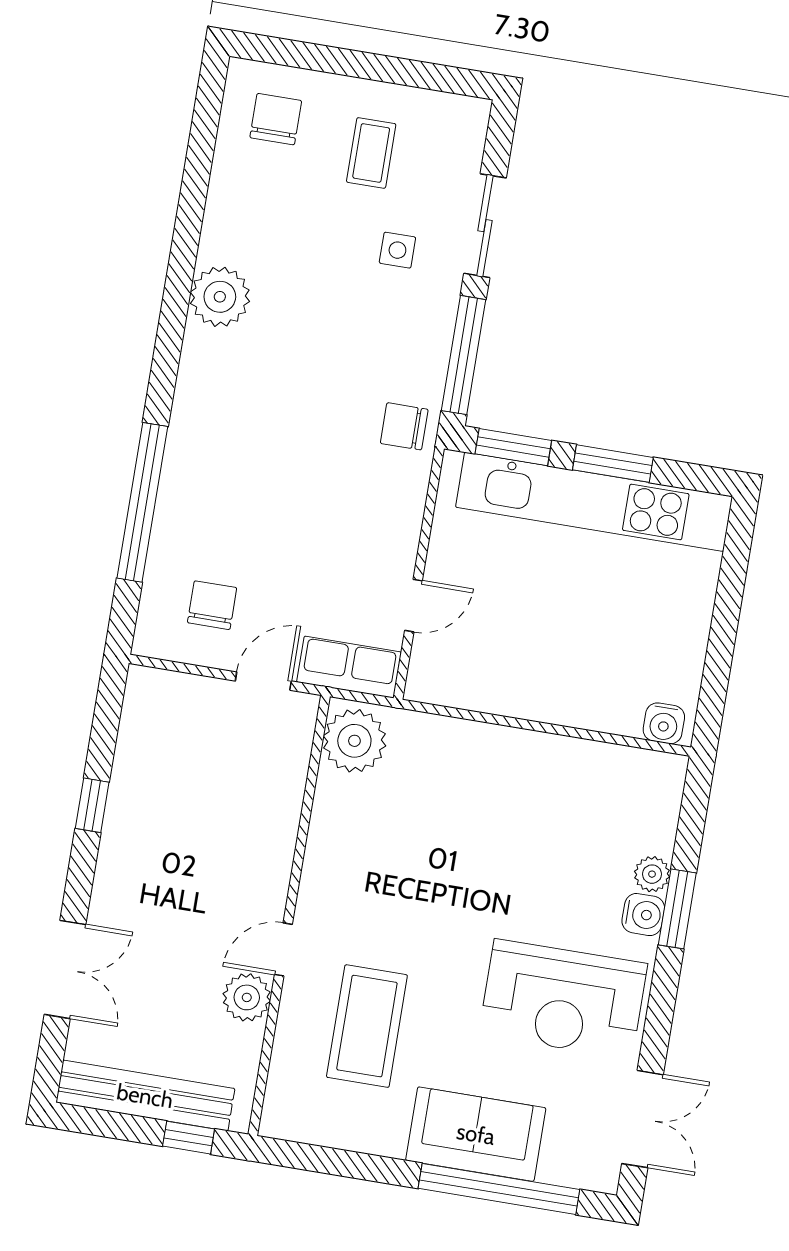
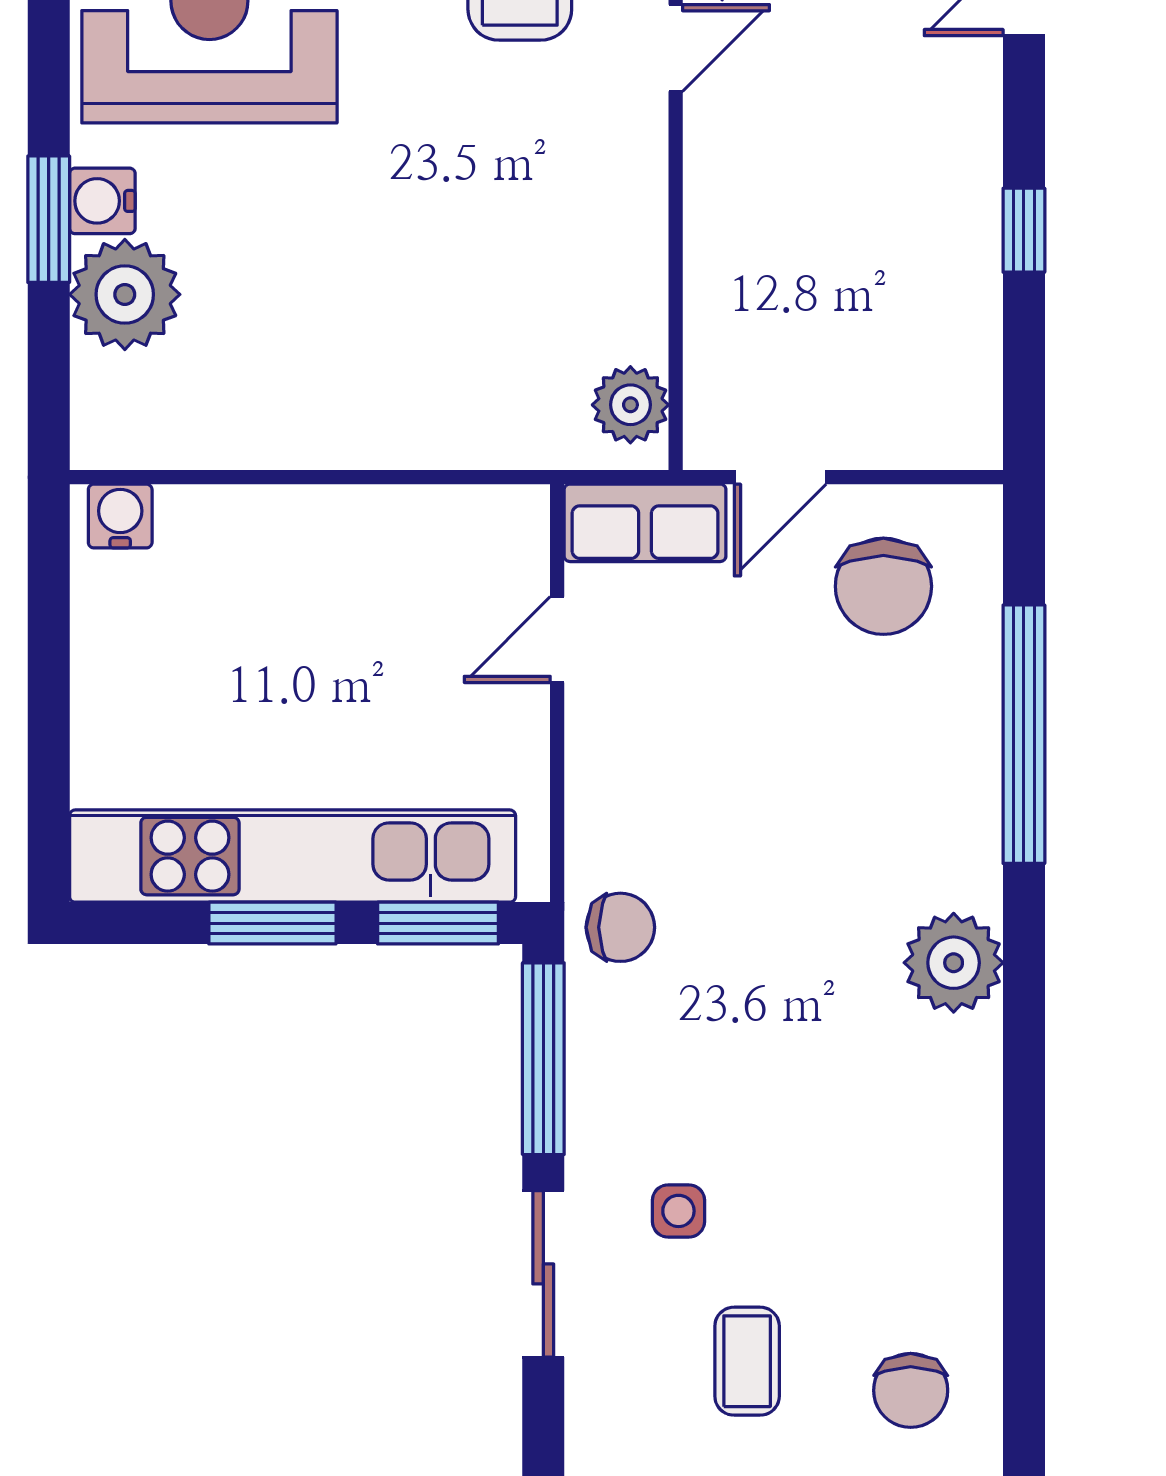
plant: (220, 297) -> (954, 963), moved
chair: (212, 605) -> (883, 586), width x1.37, depth x1.37
plant: (354, 741) -> (630, 405), width x0.73, depth x0.73
plant: (652, 874) -> (125, 294), width x1.87, depth x1.87

